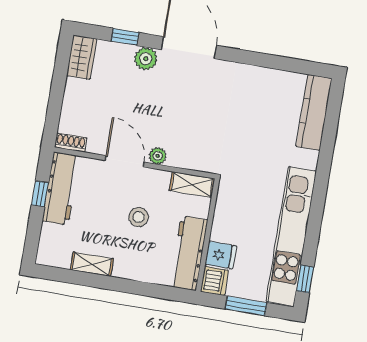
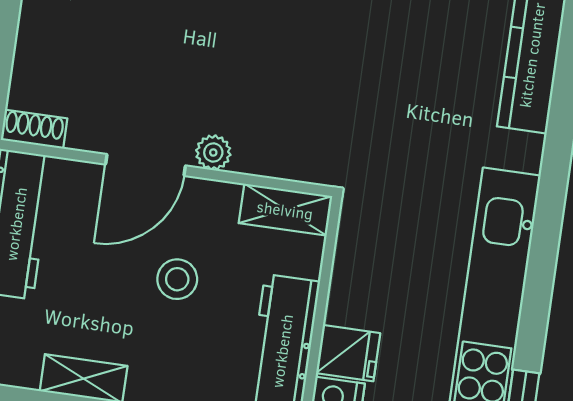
door: (124, 161) -> (145, 165), swing flipped

